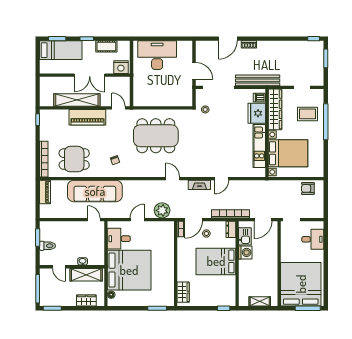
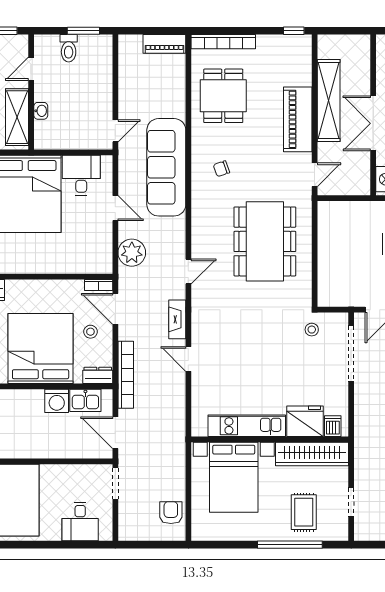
bench: (258, 80) -> (364, 423), removed
sofa: (95, 191) -> (166, 167), moved
bed: (216, 261) -> (41, 349), width x1.36

